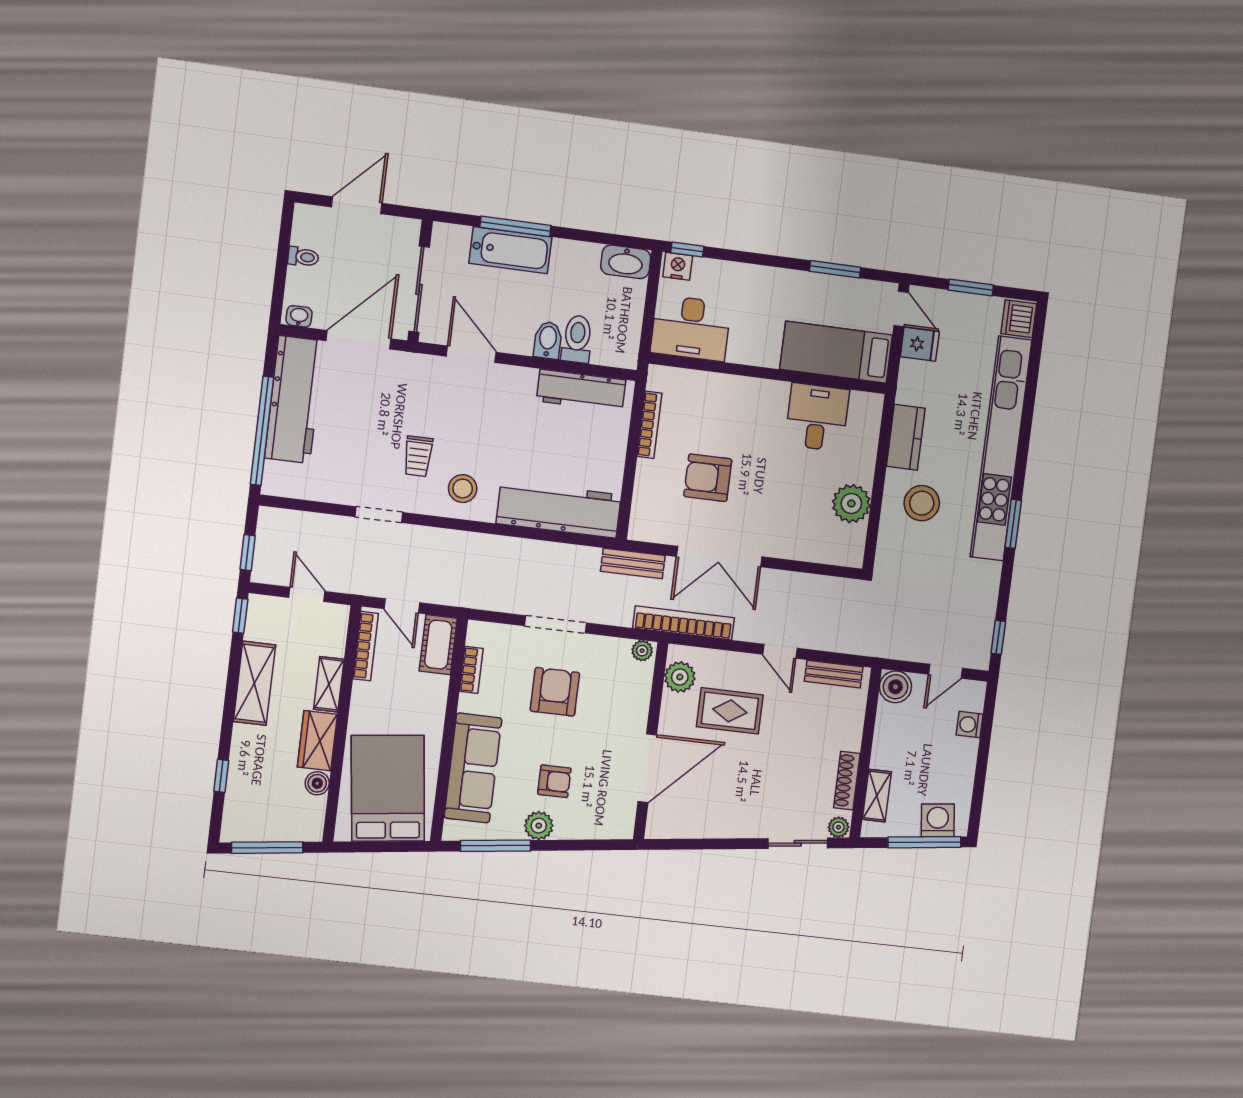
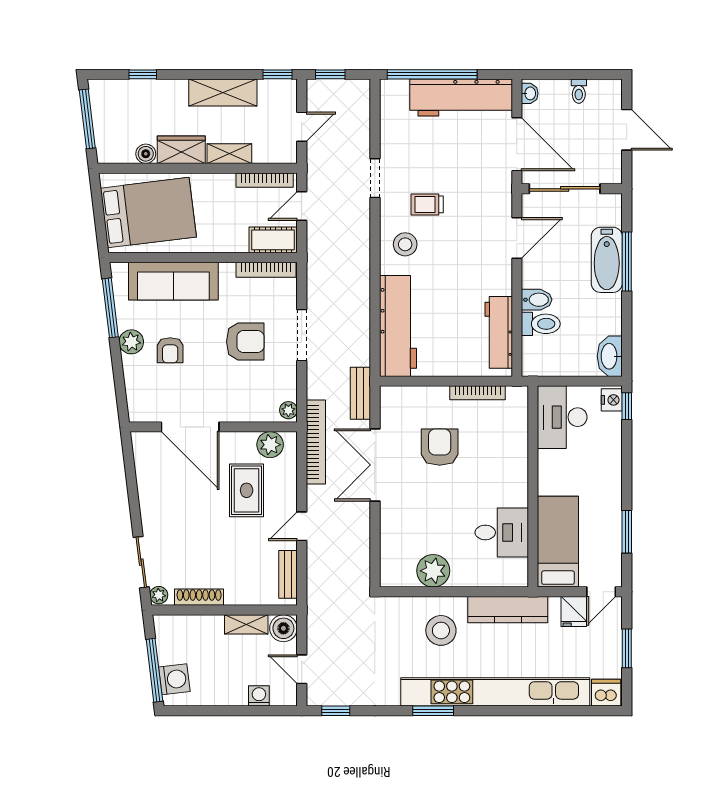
kitchen counter: (906, 437) -> (508, 610), width x1.50
bookcase: (471, 670) -> (266, 270), width x1.56
shelving: (877, 796) -> (246, 624), moved

